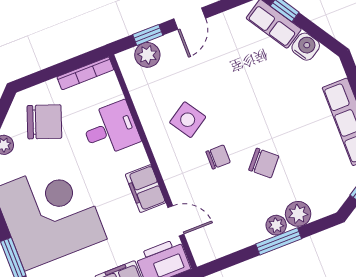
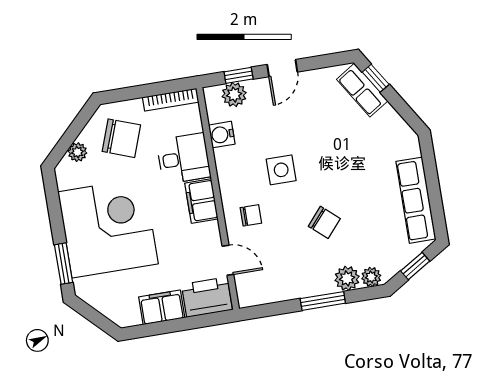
water cooler: (306, 47) -> (222, 135), moved, turned -148
side table: (188, 120) -> (281, 170), moved, turned 33
chair: (218, 157) -> (251, 215), moved
filing cabinet: (145, 189) -> (201, 201), moved
plant: (276, 225) -> (371, 277), moved

